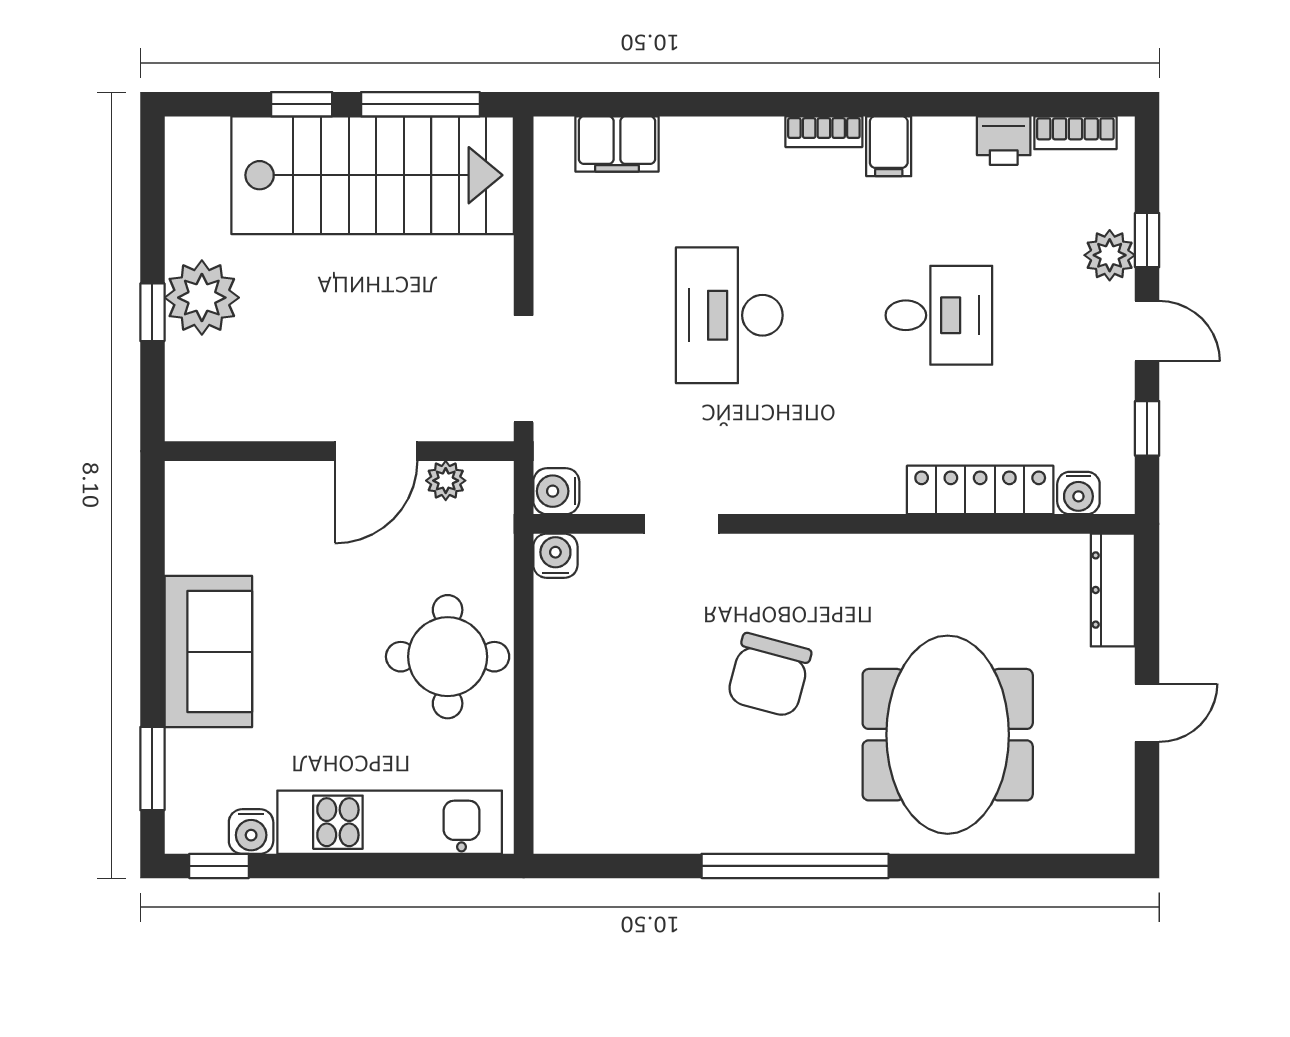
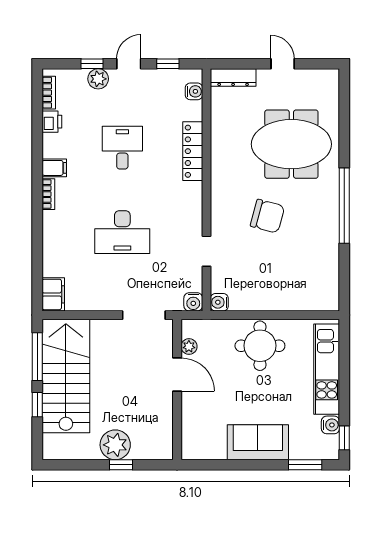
filing cabinet: (617, 144) -> (53, 294), moved
locker: (980, 490) -> (193, 151), moved

